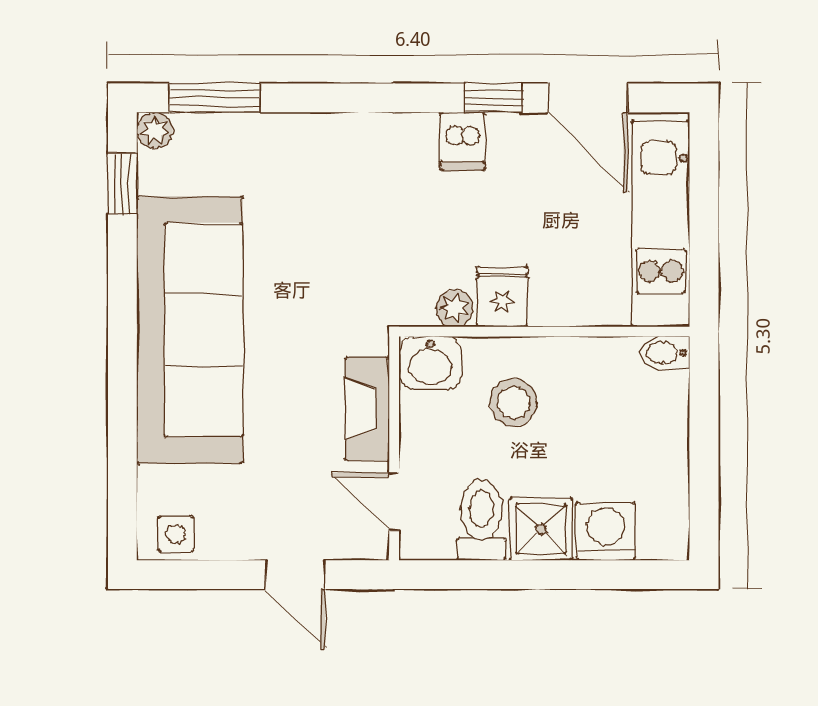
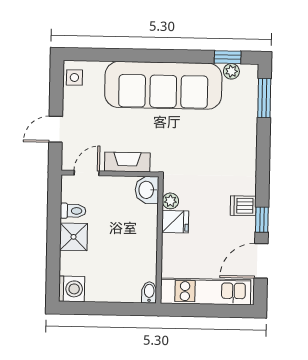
plant: (155, 130) -> (231, 71), moved
stool: (513, 403) -> (129, 226), removed
toilet: (481, 520) -> (73, 211), width x0.73, depth x0.72
washing machine: (606, 531) -> (72, 289), moved

